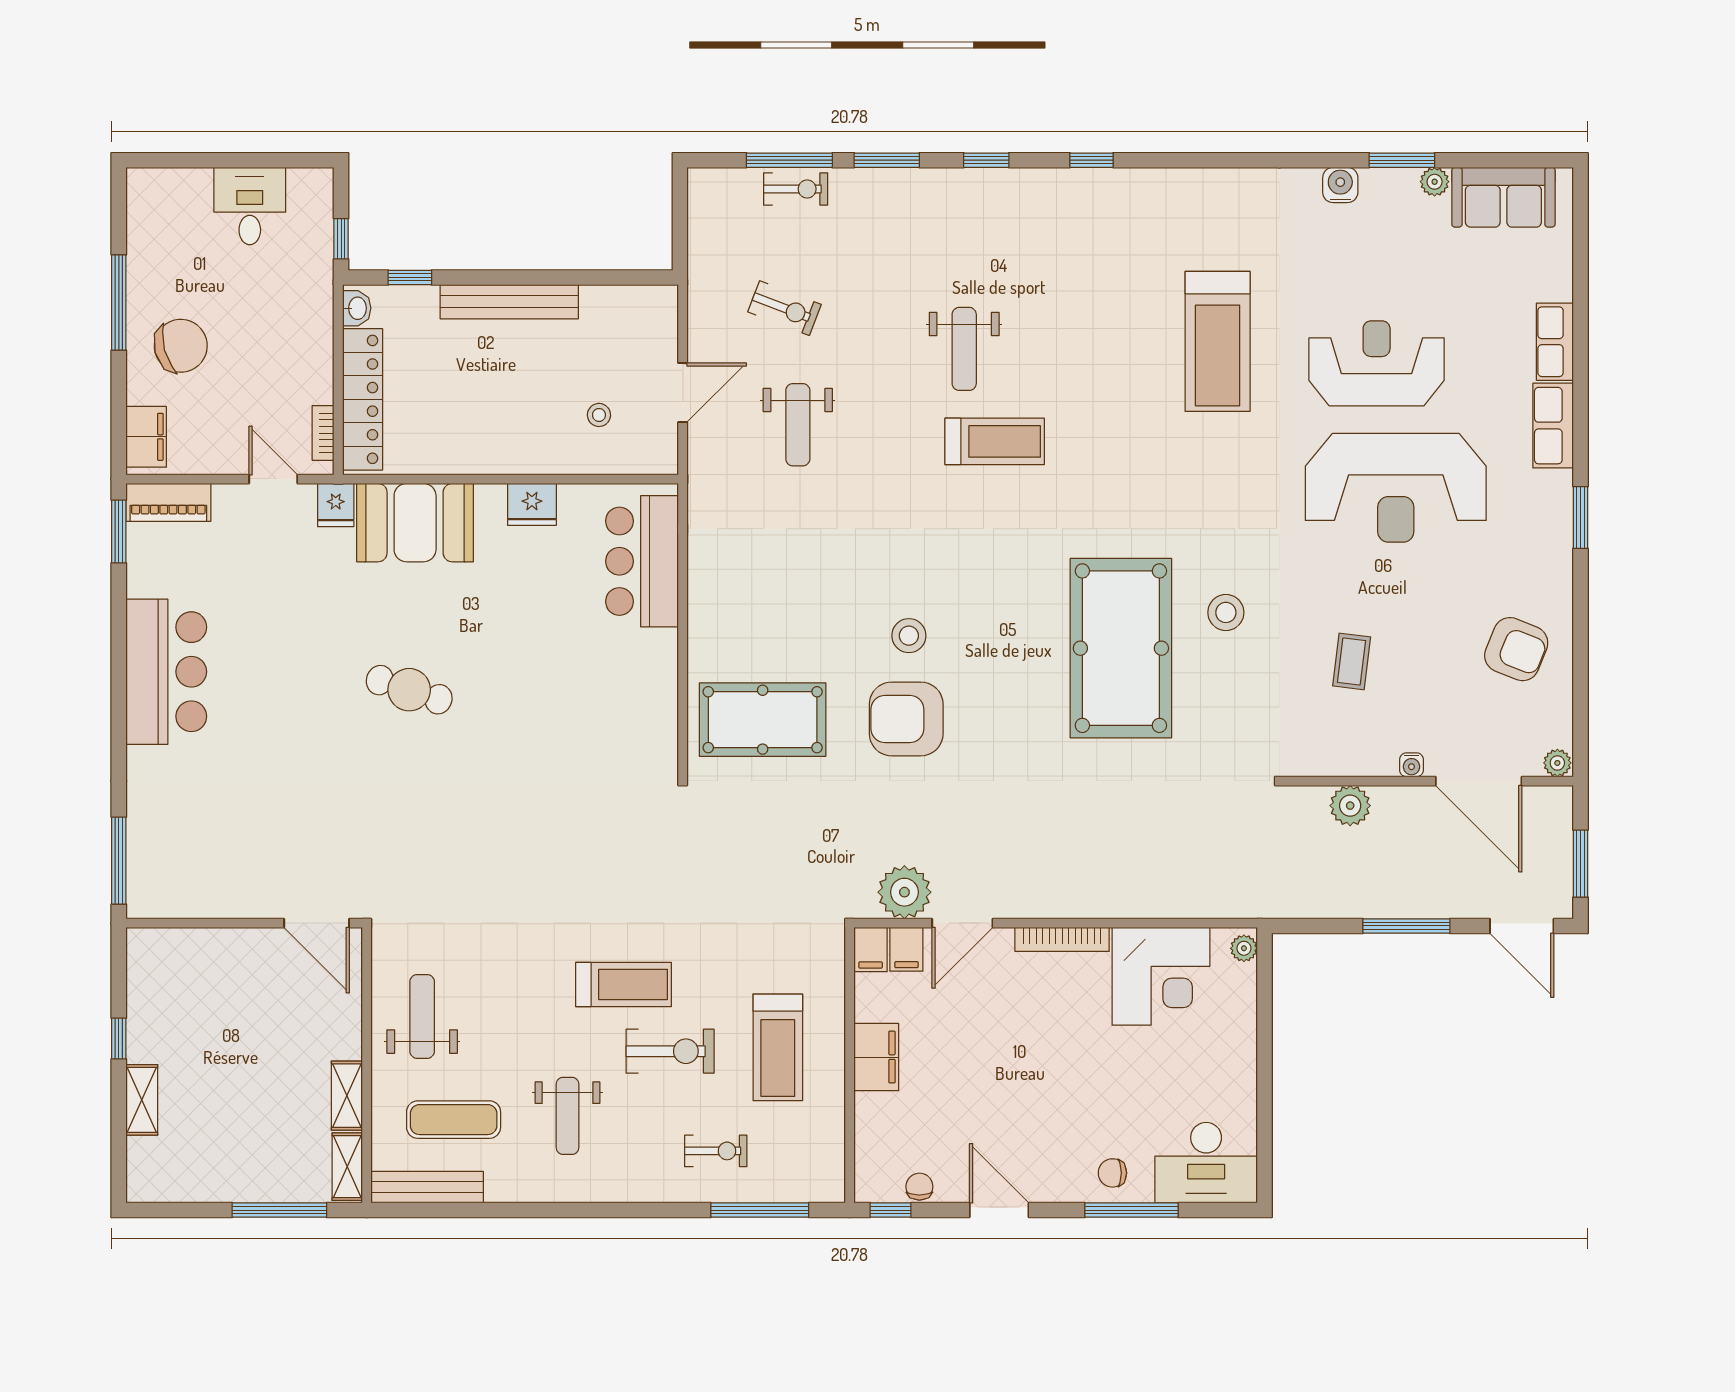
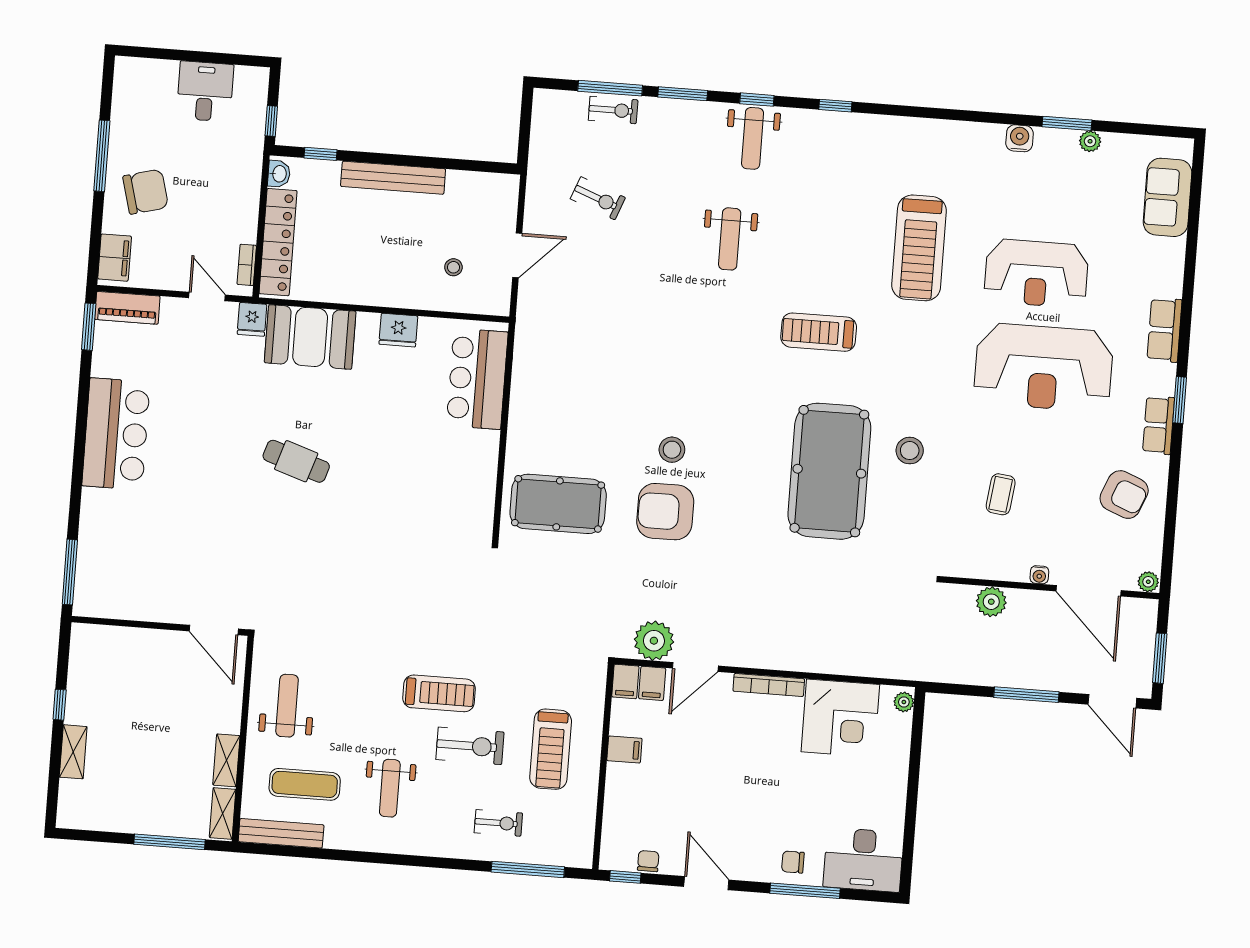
sofa: (1503, 197) -> (1167, 197), moved, turned 90
row of seats: (1555, 342) -> (1158, 425), moved
reception desk: (1377, 363) -> (1036, 273), turned 180
weight bench: (798, 425) -> (753, 138), moved
treadmill: (995, 441) -> (819, 332), moved, turned 180
filing cabinet: (876, 1057) -> (624, 749), width x0.50

